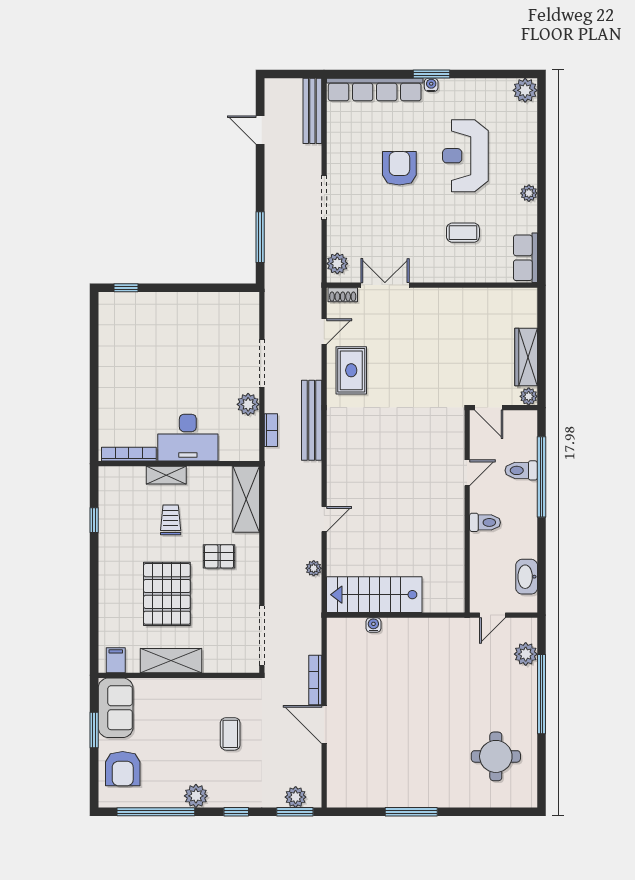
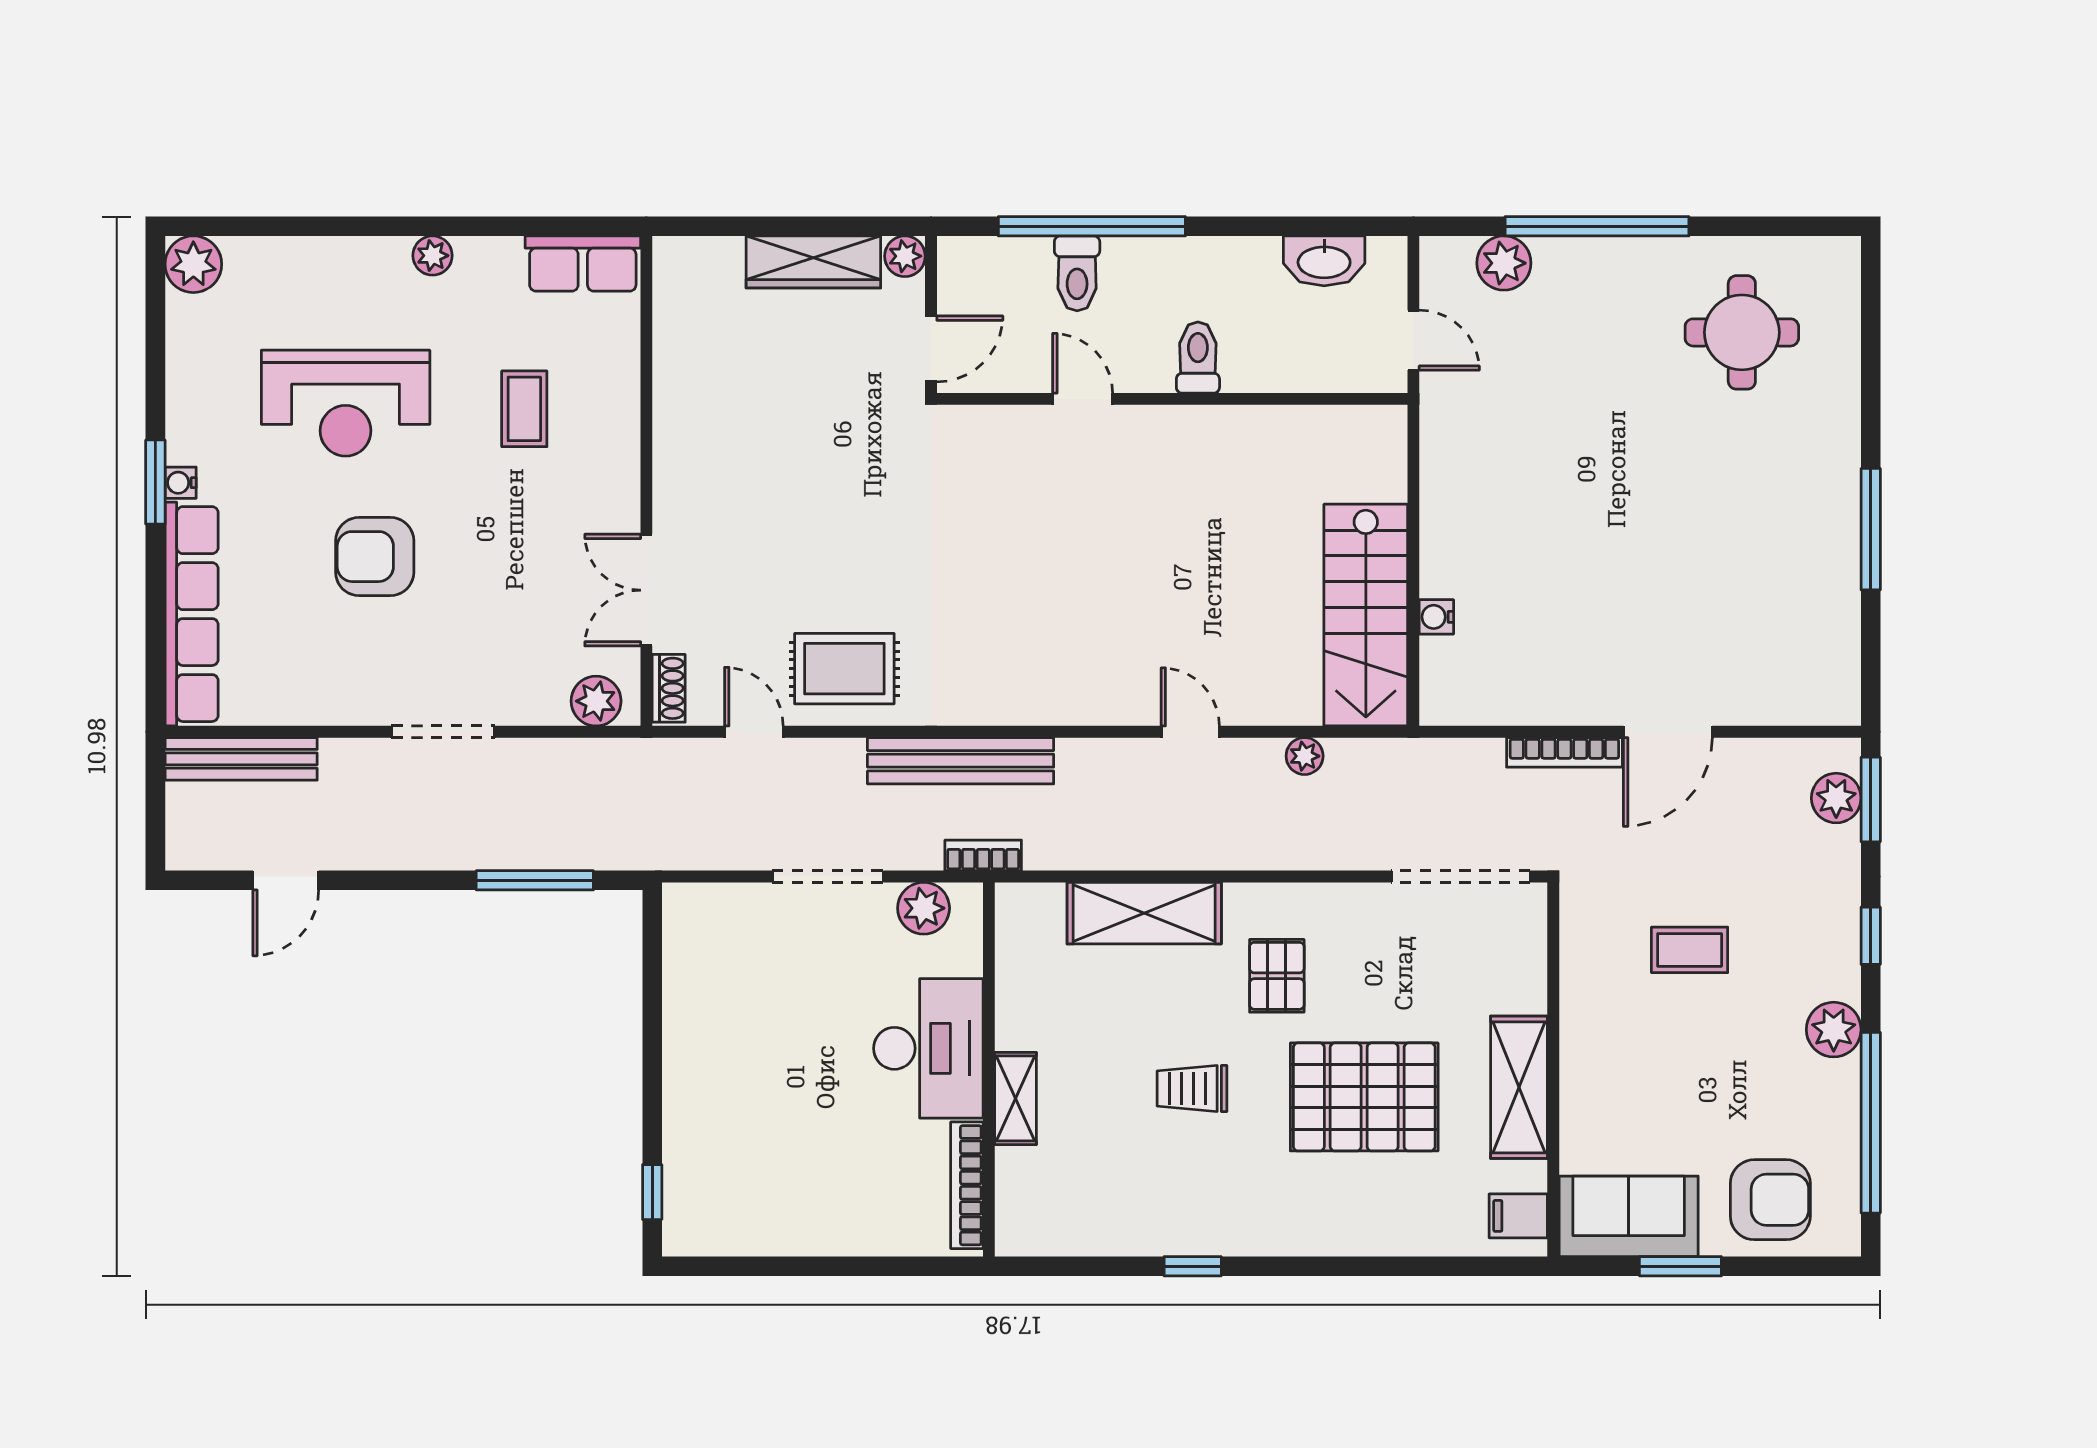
desk: (188, 438) -> (928, 1048), moved
bookcase: (129, 454) -> (967, 1185), moved
wall: (179, 464) -> (989, 1069), moved
shelving: (166, 475) -> (1015, 1098), moved

